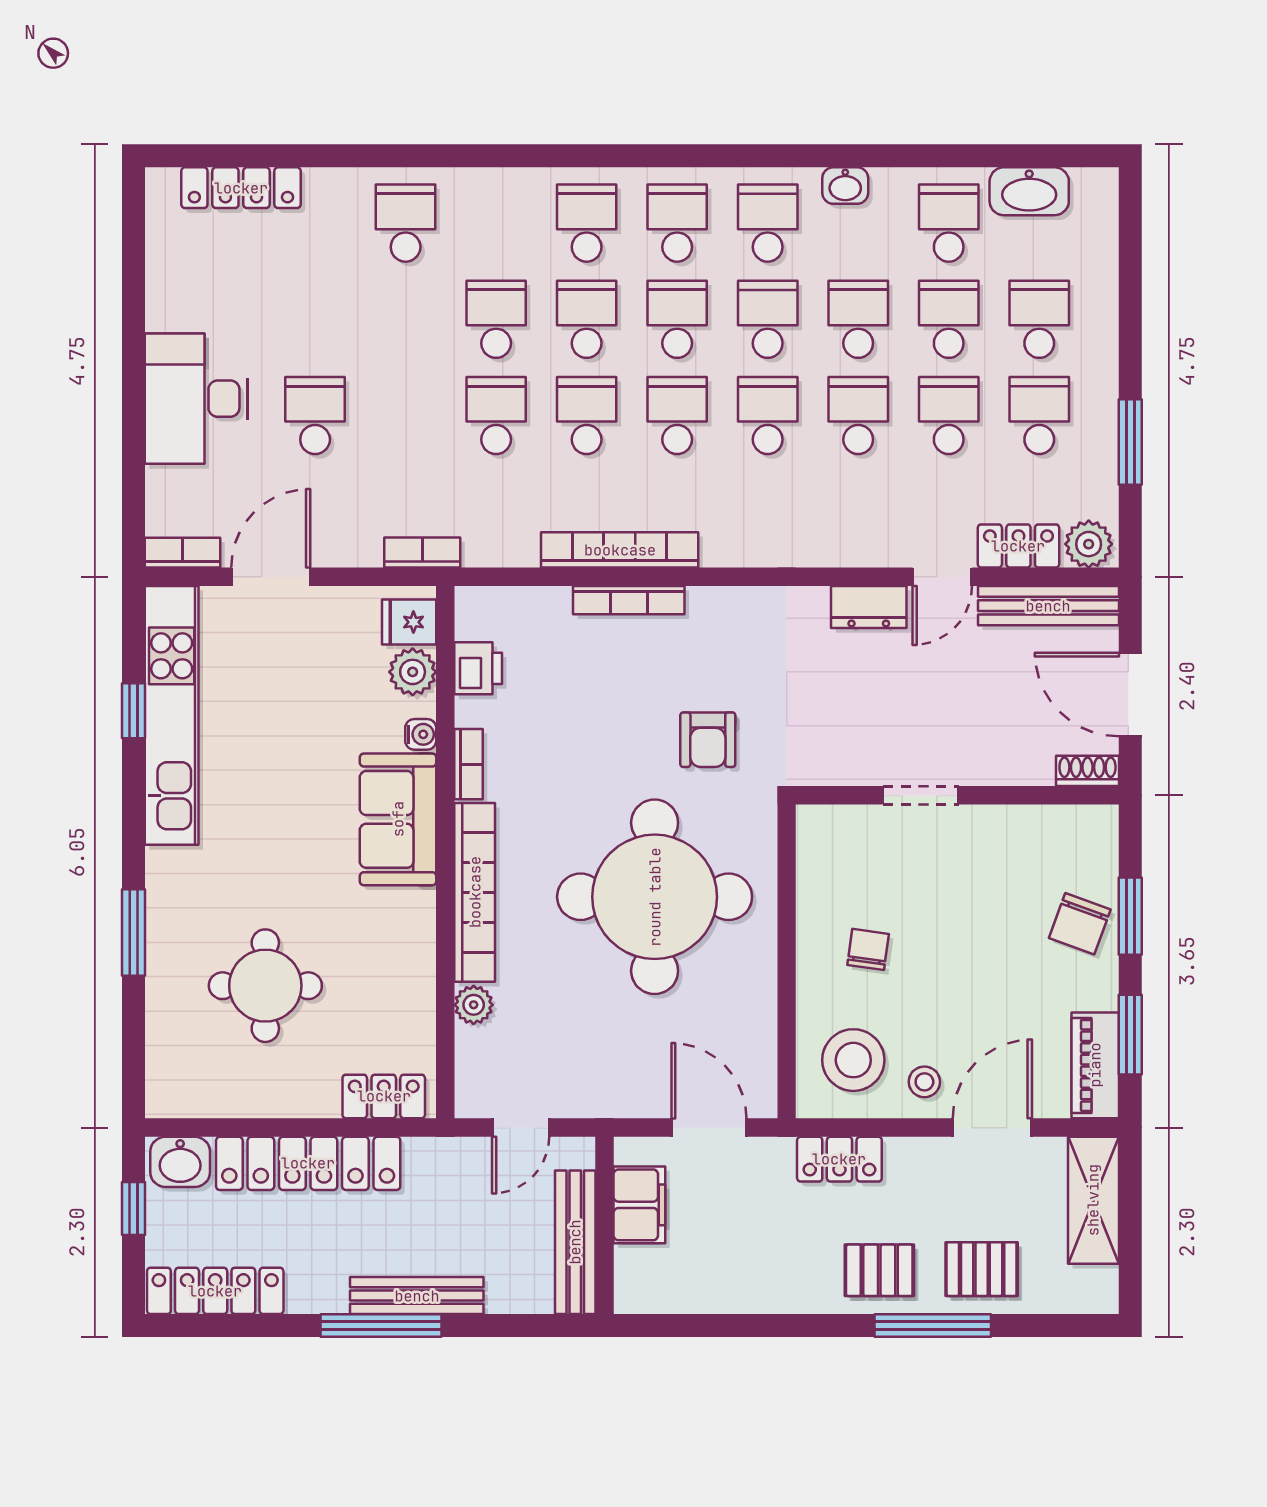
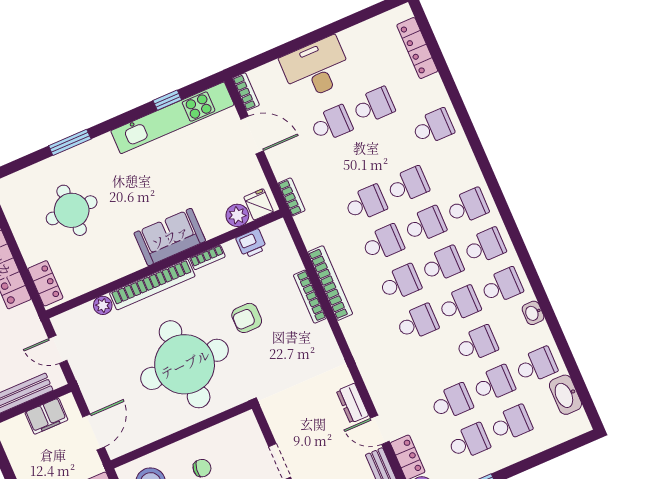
school desk: (858, 416) -> (374, 106), moved
water cooler: (421, 734) -> (211, 231), removed
armchair: (708, 740) -> (247, 318), moved

